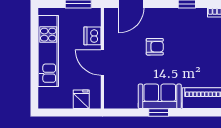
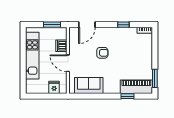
sofa: (160, 96) -> (89, 85), moved
window: (159, 113) -> (128, 96), moved

